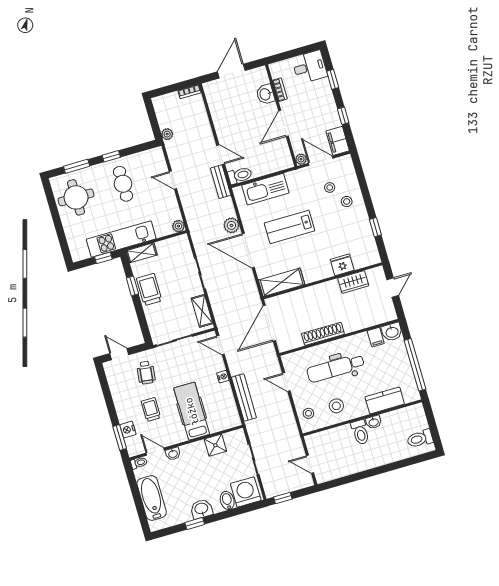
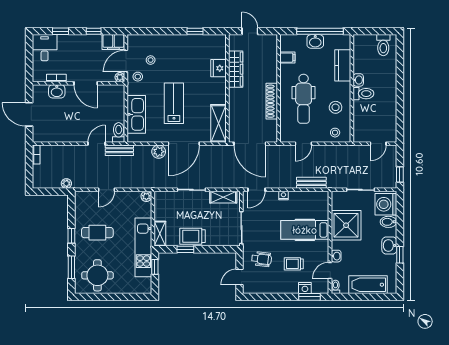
stool: (347, 202) -> (138, 77), moved
lab bench: (290, 227) -> (174, 103), turned 180
wardrobe: (353, 282) -> (236, 69), width x1.50
washbasin: (392, 332) -> (315, 41), moved, turned 90
bench: (244, 397) -> (311, 183), width x0.73
shower: (215, 445) -> (346, 225), width x1.86, depth x1.86

